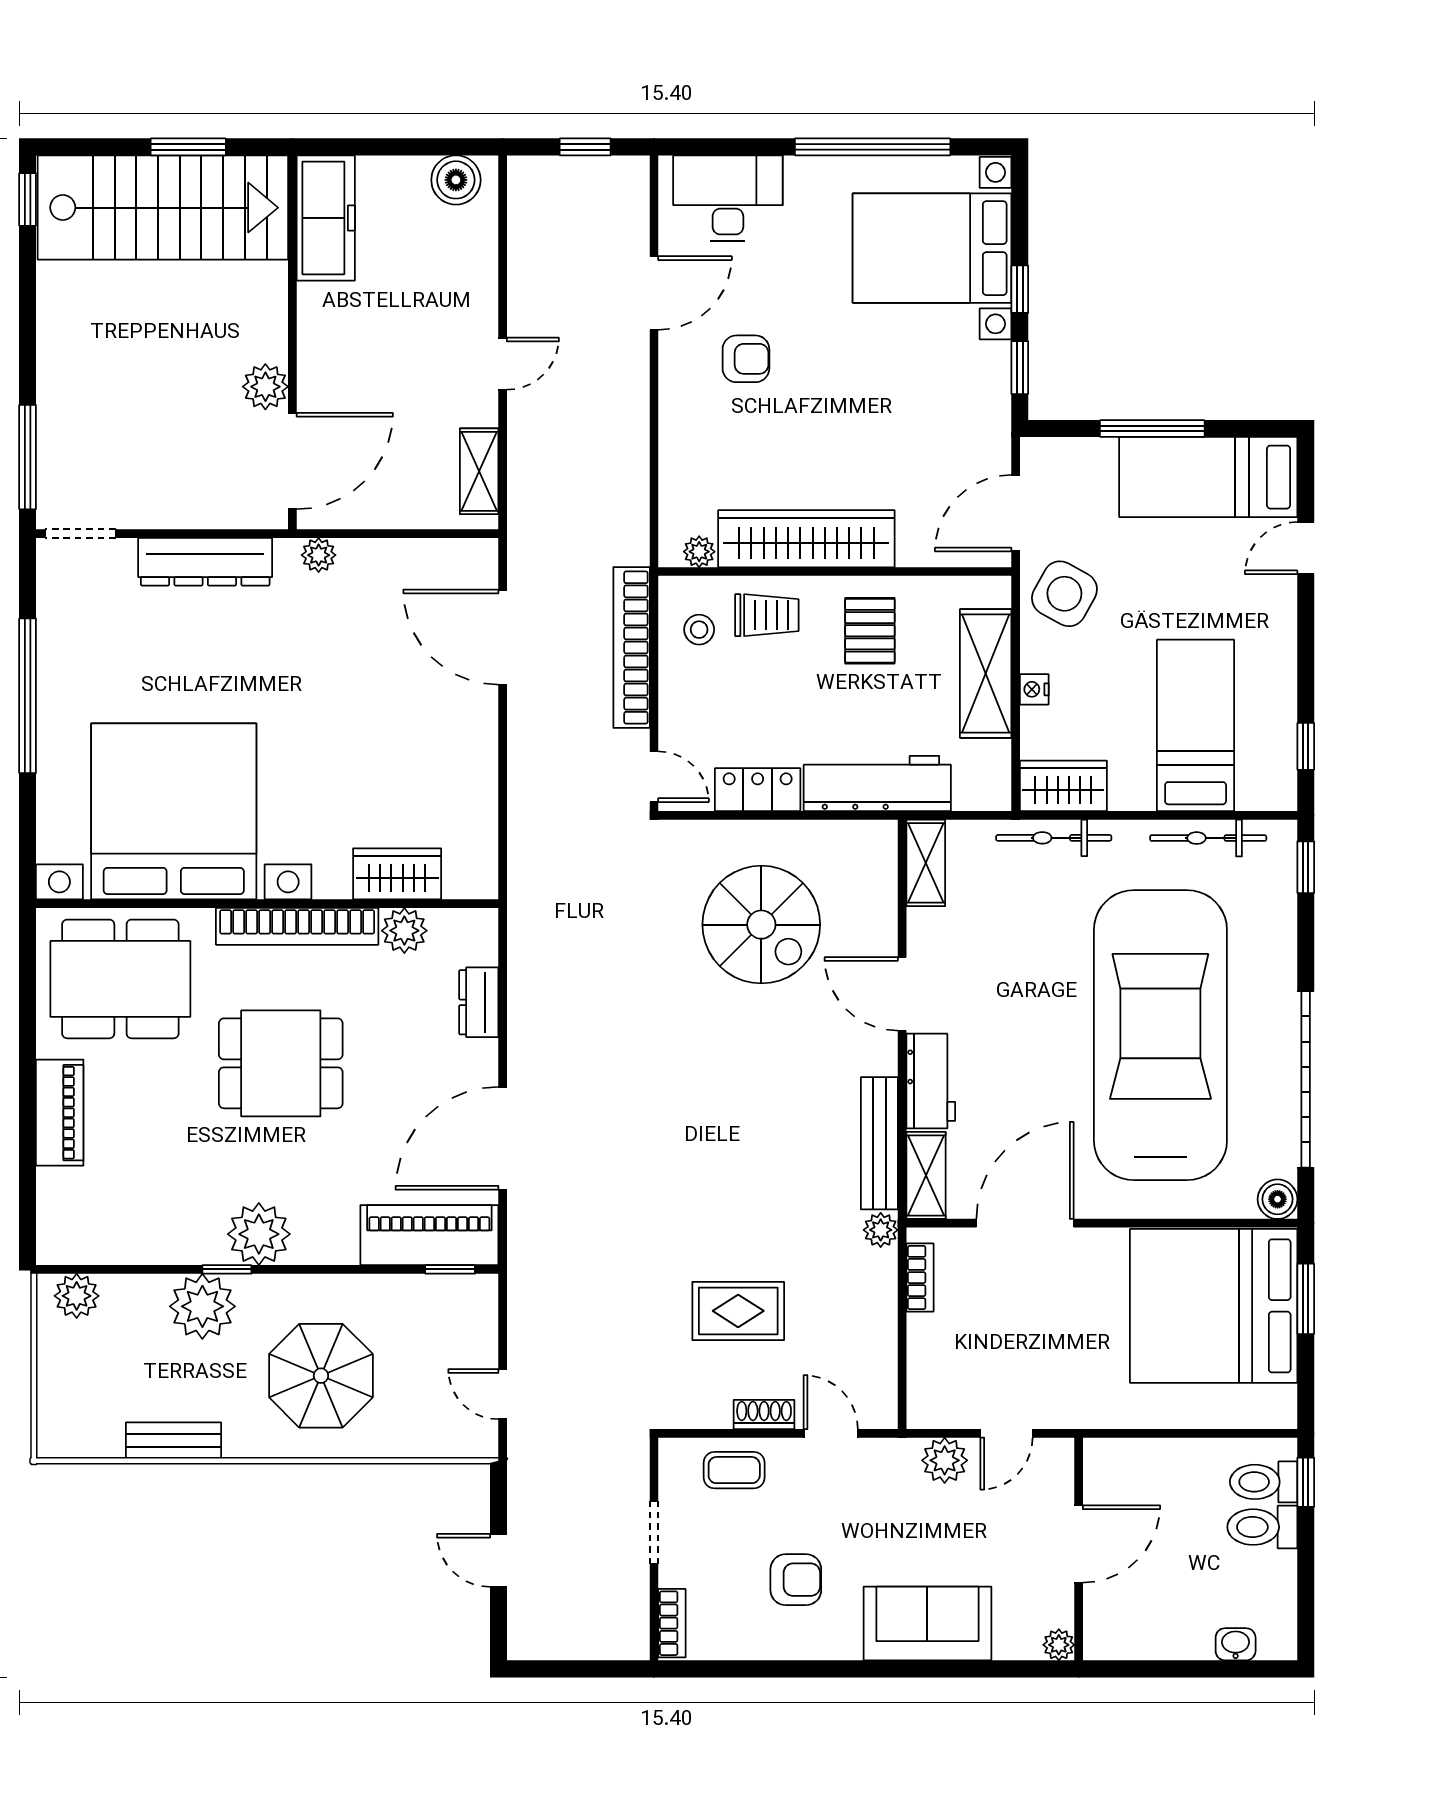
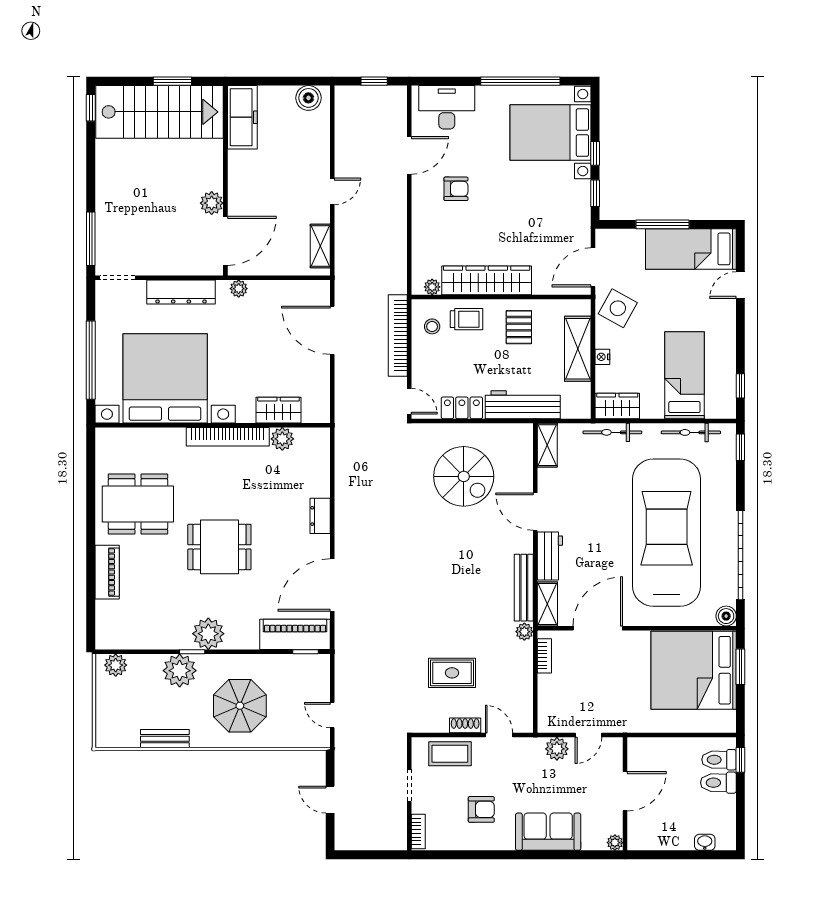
bed with nightstands: (174, 811) -> (165, 378), moved
wardrobe: (397, 874) -> (279, 410), moved
wall: (267, 904) -> (213, 425), moved
bookcase: (297, 926) -> (228, 437), moved
plant: (404, 931) -> (282, 439), moved
coffee table: (734, 1470) -> (450, 754), width x1.36, depth x1.30

